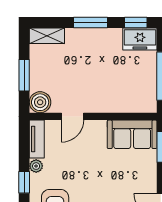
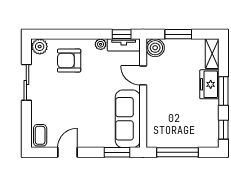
freezer: (140, 39) -> (209, 84), moved
sofa: (132, 134) -> (128, 119), width x1.36
window: (24, 182) -> (122, 34), moved

